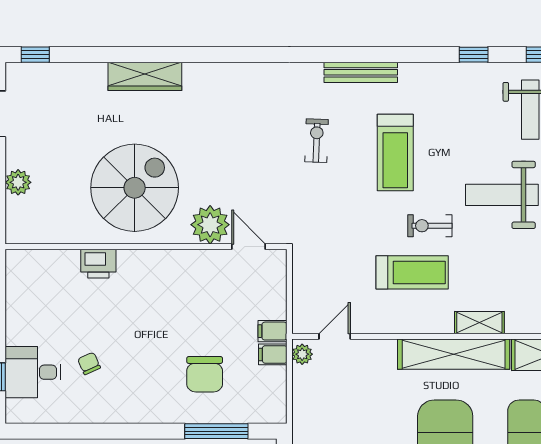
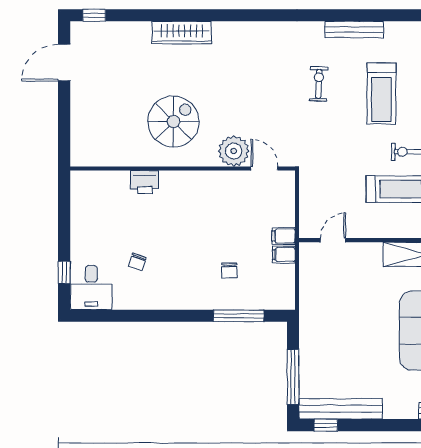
plant: (18, 182) -> (80, 117), removed
spiral stairs: (135, 188) -> (173, 122), width x0.73, depth x0.73
plant: (302, 354) -> (307, 254), removed
chair: (89, 363) -> (137, 262), turned -137
desk: (33, 372) -> (91, 288), moved, turned -90
chair: (205, 374) -> (229, 270), width x0.54, depth x0.54

